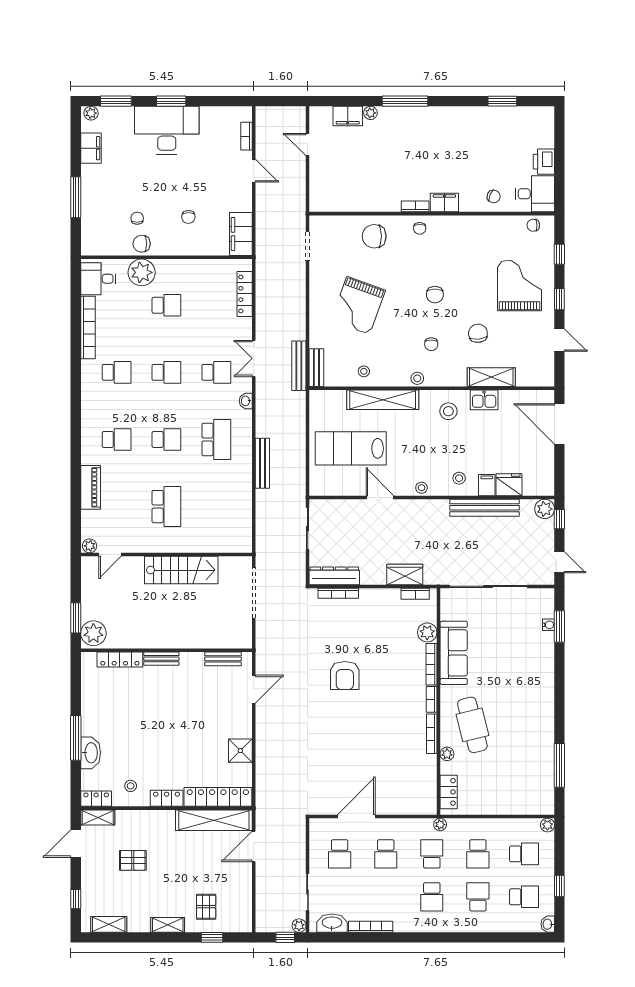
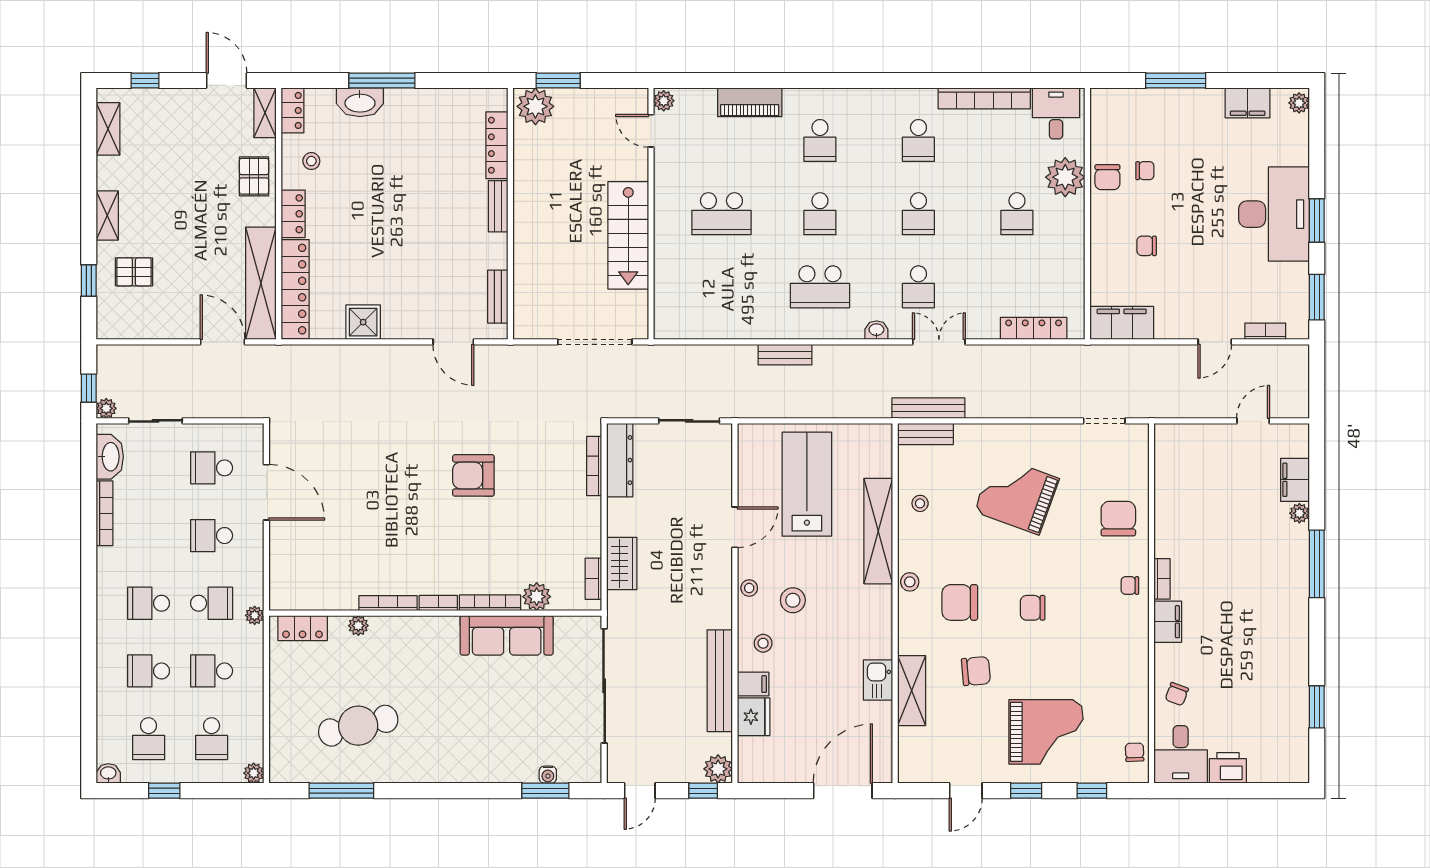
window: (116, 101) -> (1317, 297), moved
chair: (142, 244) -> (1107, 177), turned 180
chair: (431, 344) -> (960, 602), width x1.87, depth x1.87
stool: (448, 411) -> (793, 600), moved
bench: (262, 463) -> (785, 355), width x0.73
cafe table: (472, 725) -> (358, 726), moved
pallet: (133, 860) -> (254, 176), moved
school desk: (478, 897) -> (149, 671), turned 180

